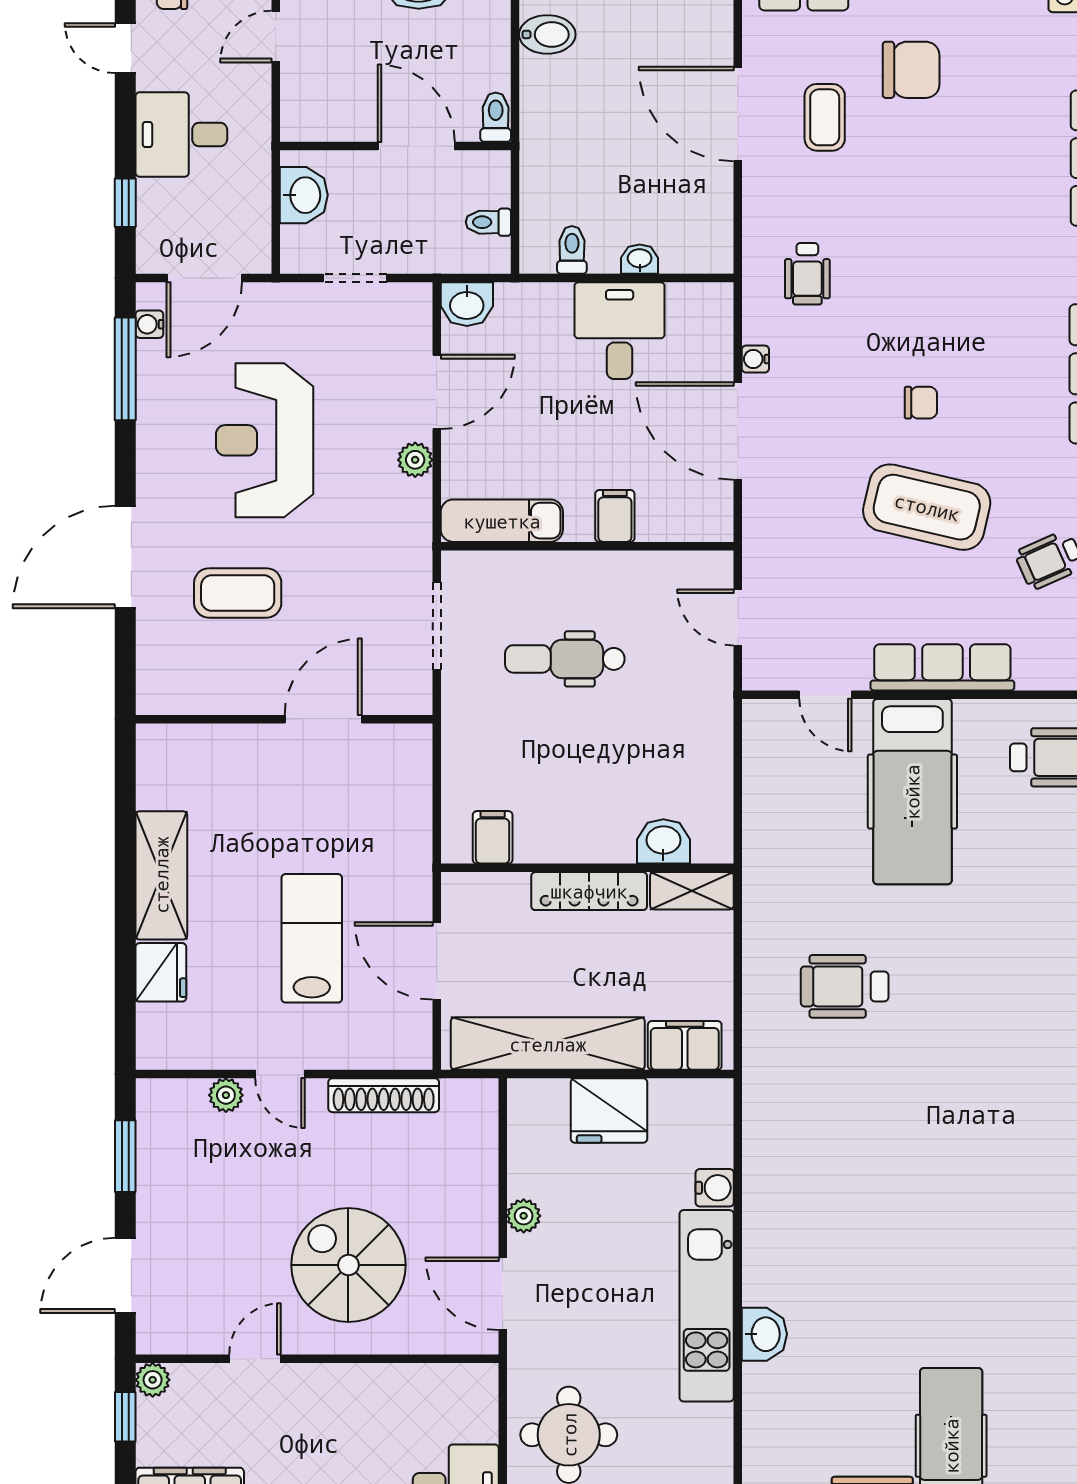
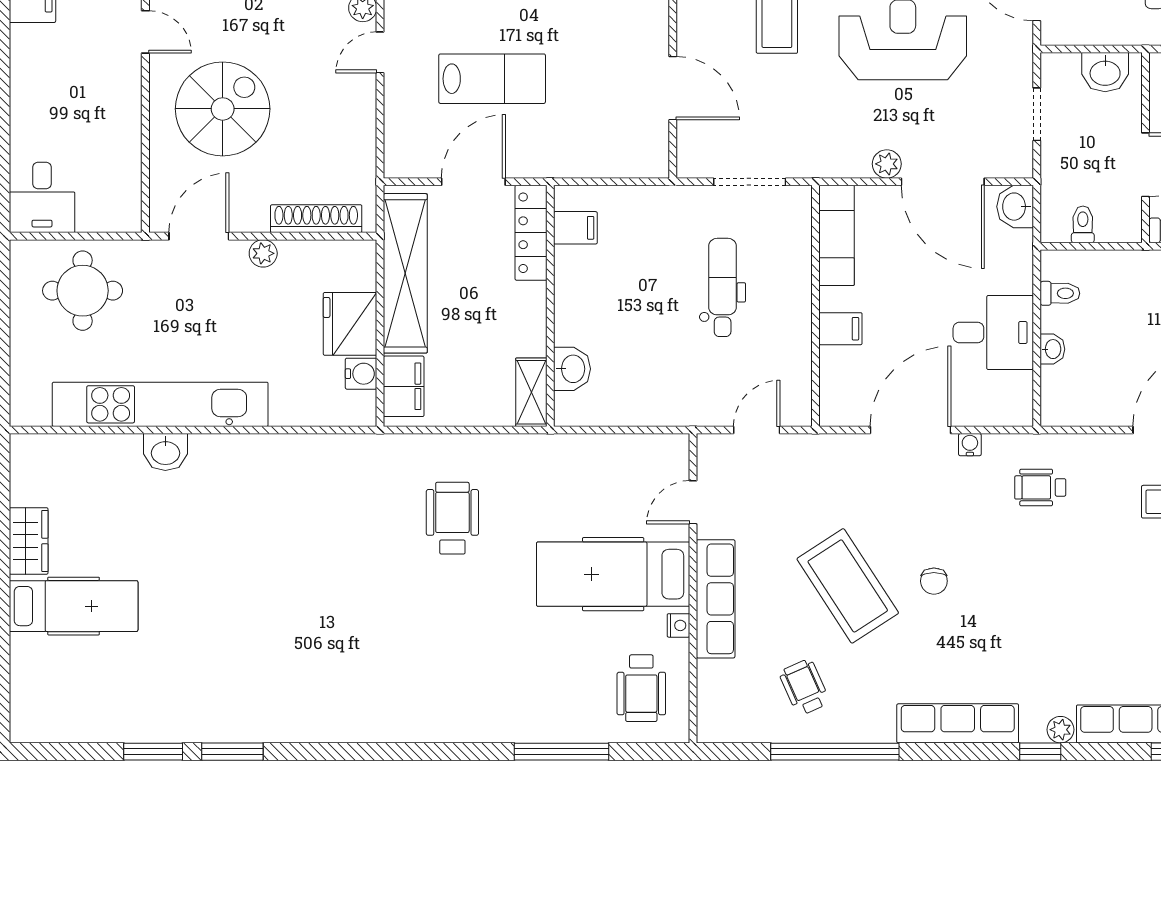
door: (437, 392) -> (943, 182), width x1.36
coffee table: (927, 507) -> (848, 586), turned -46
nightstand: (975, 712) -> (678, 625), added
locker: (589, 891) -> (531, 233), moved
shoe rack: (384, 1095) -> (316, 219), moved, turned 90
water cooler: (715, 1188) -> (361, 374), moved, turned -90
kitchen unit: (707, 1306) -> (160, 404), width x1.36

